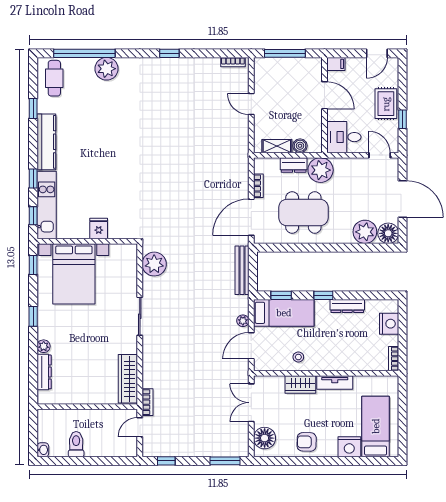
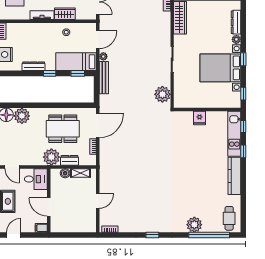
window: (285, 53) -> (75, 235), removed
door: (251, 104) -> (98, 201), hinge flipped
window: (33, 108) -> (243, 198), removed
bench: (242, 270) -> (104, 78), moved
bed with nightstands: (74, 274) -> (220, 68), moved, turned -90

